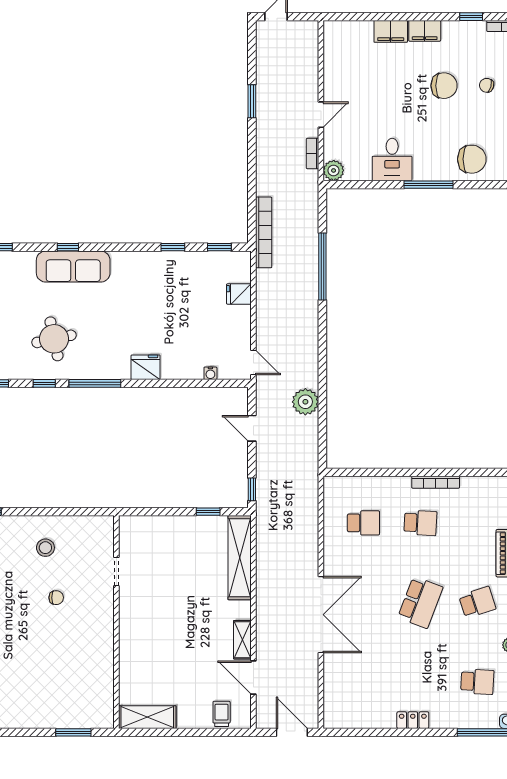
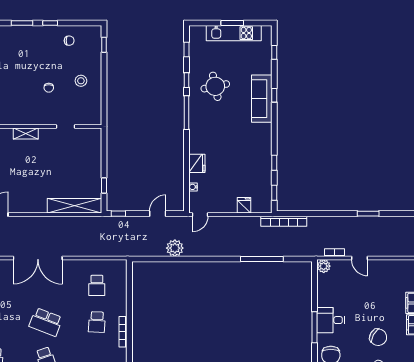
chair: (444, 86) -> (378, 337), turned -61
desk: (392, 160) -> (331, 320), moved
fridge: (146, 367) -> (197, 163), moved
shelving: (242, 640) -> (26, 134), moved

